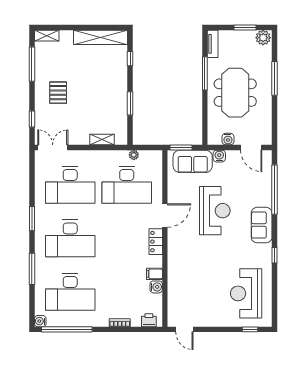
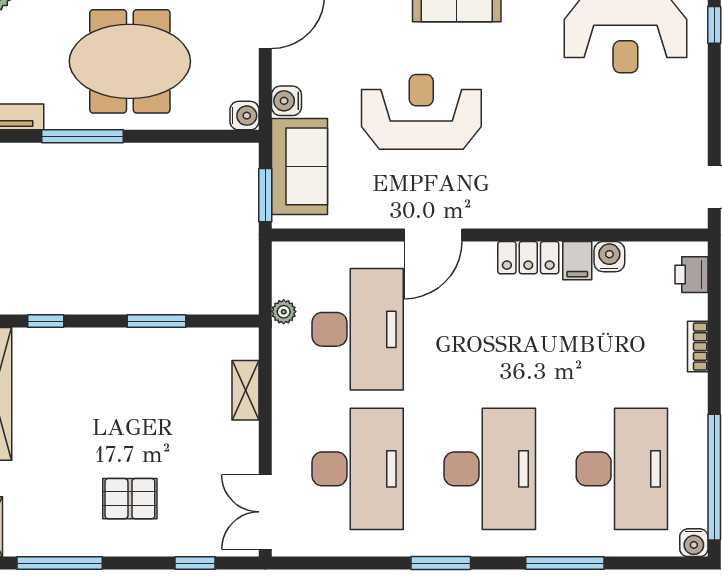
water cooler: (228, 139) -> (244, 116), moved
door: (165, 215) -> (433, 235), swing flipped
locker: (156, 242) -> (528, 258), moved

